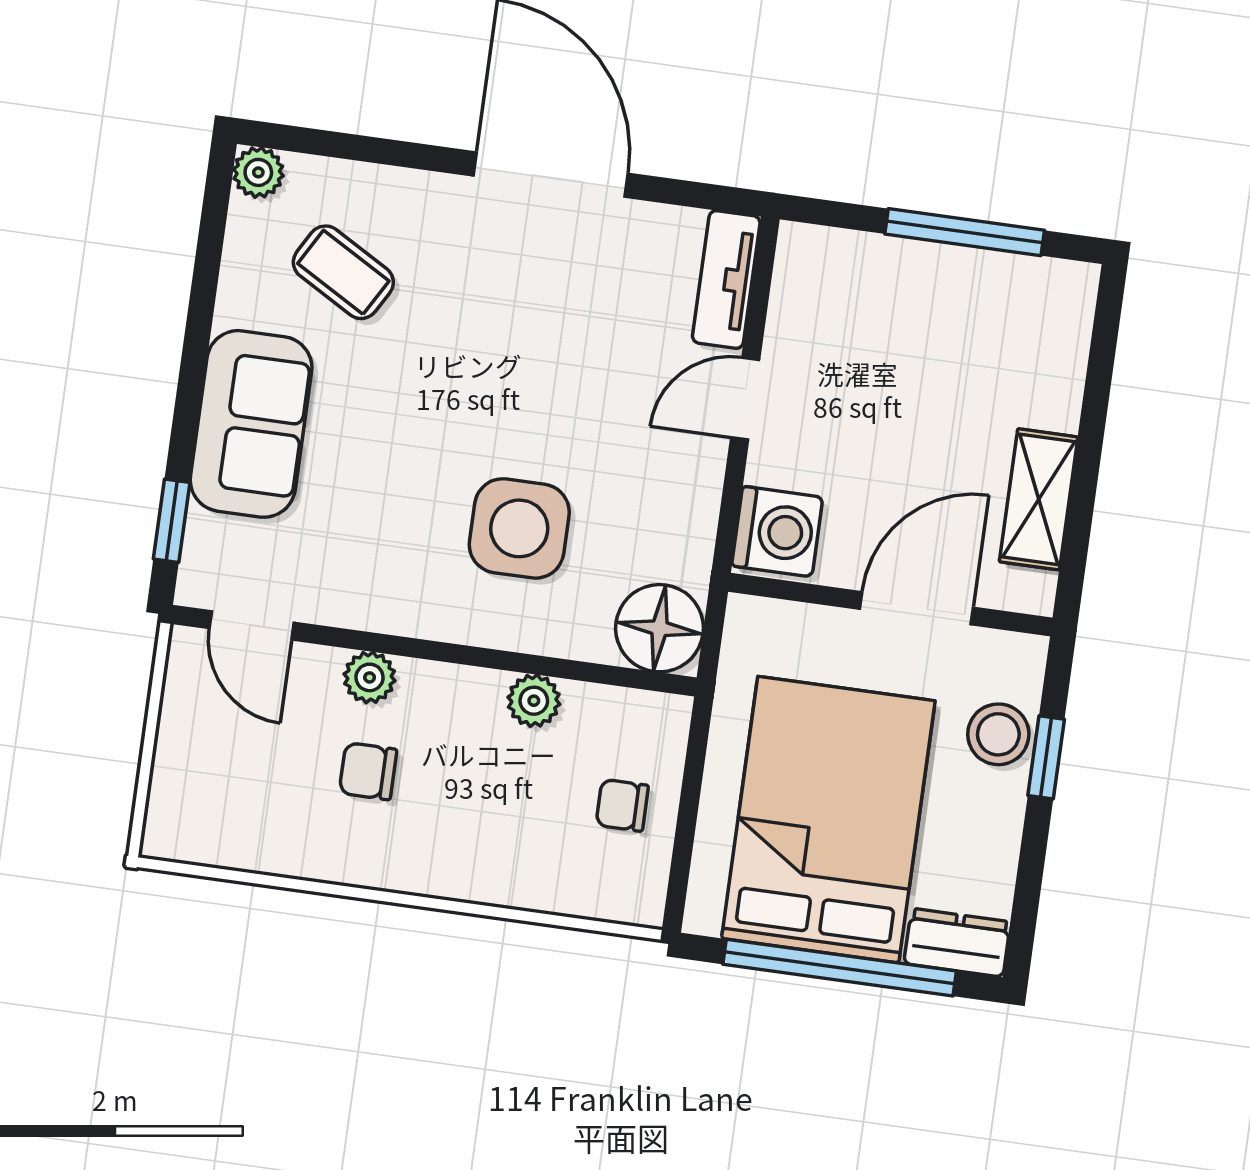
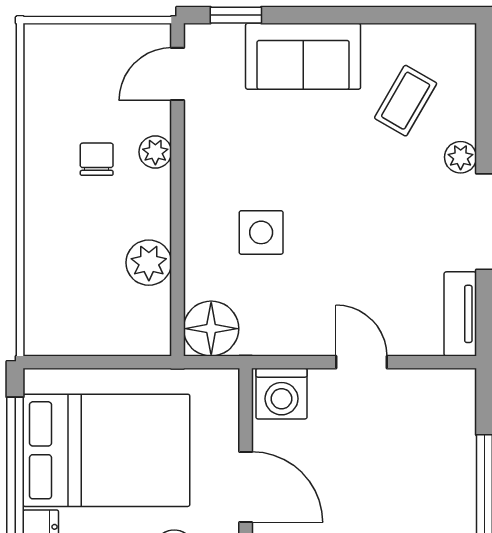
plant: (258, 172) -> (461, 157), moved
tv unit: (726, 279) -> (460, 314), moved, turned -90
side table: (519, 528) -> (261, 232), width x0.73, depth x0.73
plant: (534, 701) -> (149, 263), width x1.38, depth x1.38
chair: (622, 805) -> (97, 321), removed

